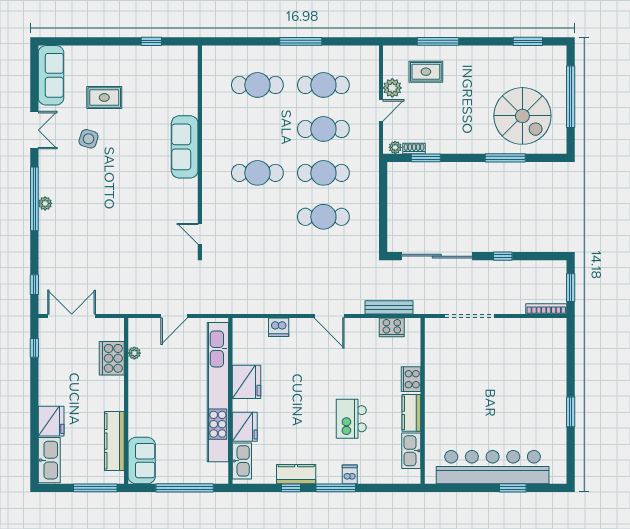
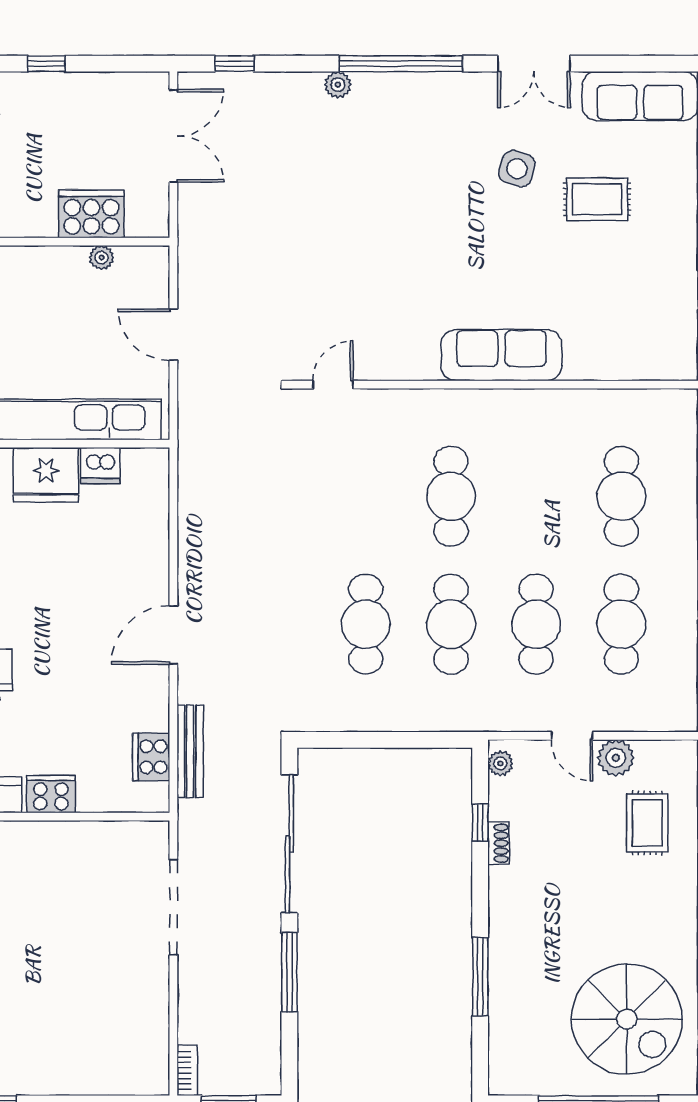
rug: (104, 97) -> (597, 199), turned 90
spiral stairs: (522, 116) -> (627, 1019), moved, turned -90
shoe rack: (414, 148) -> (498, 843), moved
window: (426, 158) -> (480, 823), width x0.67
plant: (45, 203) -> (338, 85), moved
window: (503, 256) -> (289, 972), width x2.17
bookcase: (546, 309) -> (187, 1070), width x0.64
dishwasher: (279, 327) -> (100, 466), moved, turned -90
window: (34, 348) -> (46, 64), moved

